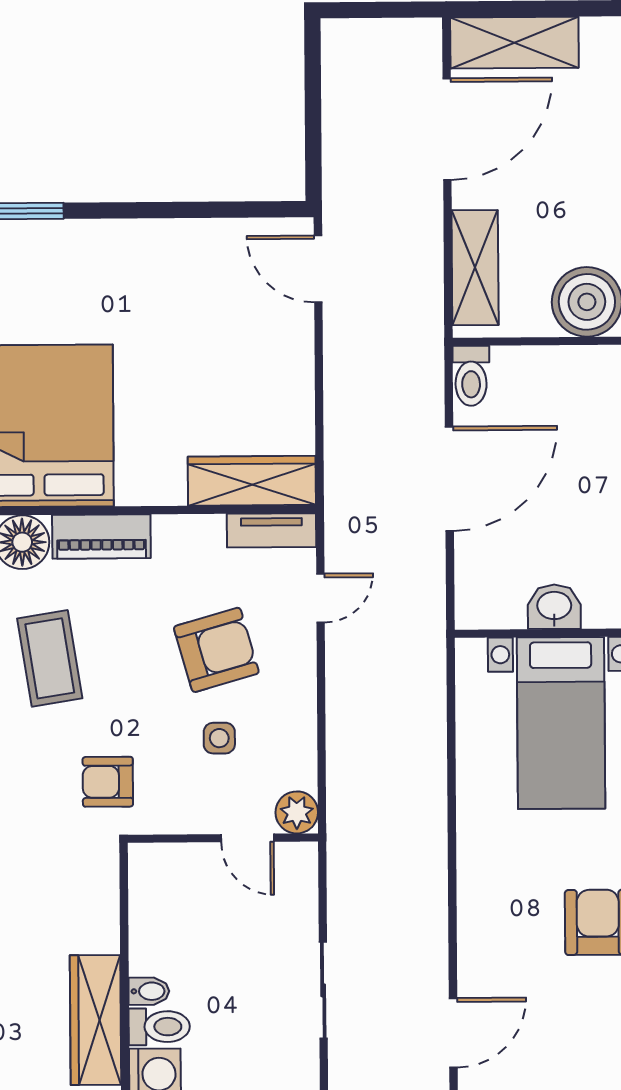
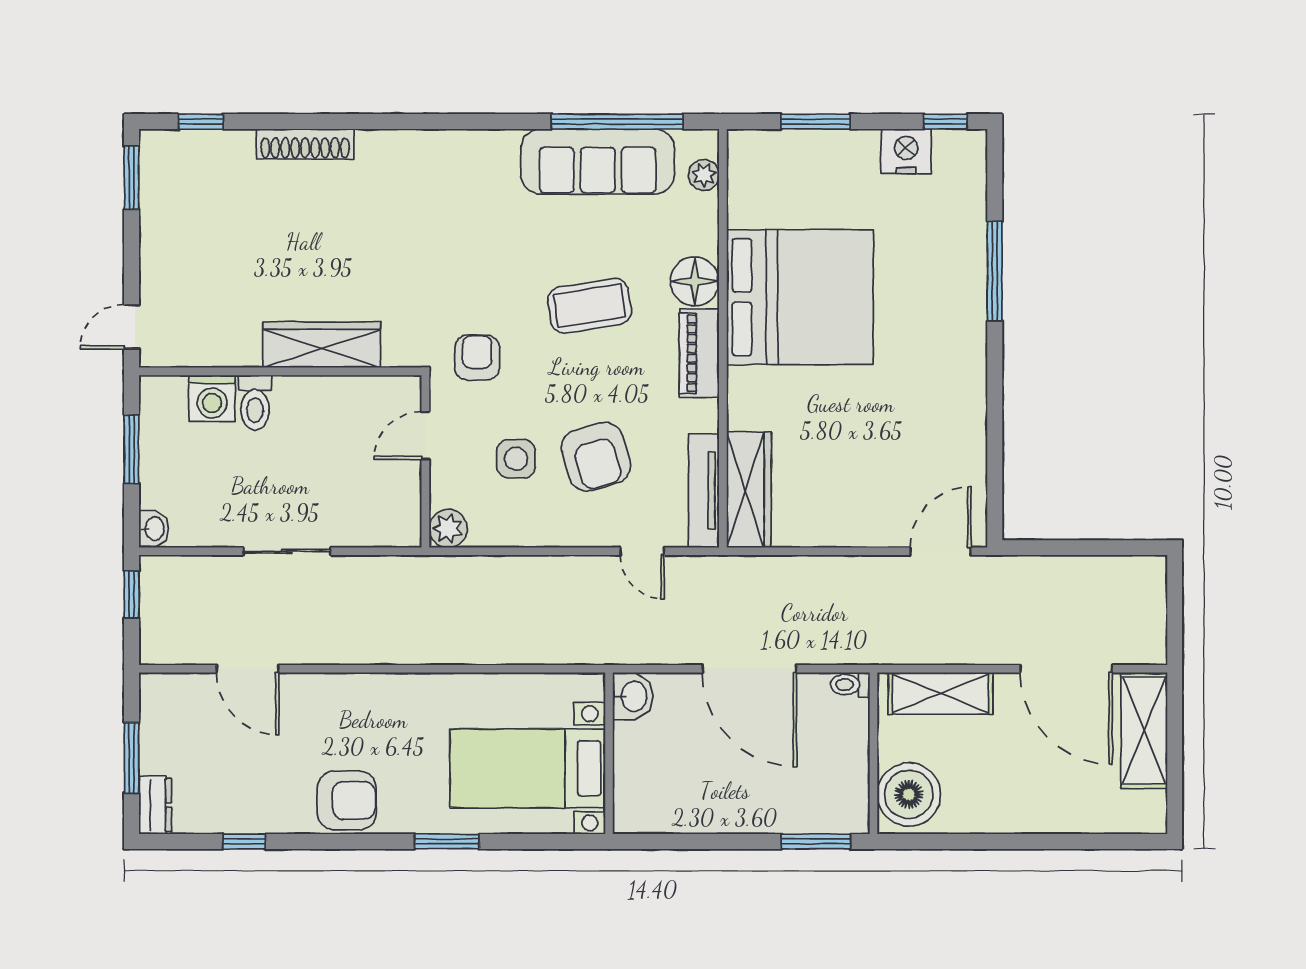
toilet: (471, 376) -> (850, 685), width x0.73, depth x0.72
tv unit: (271, 530) -> (704, 491), width x1.41
washbasin: (554, 607) -> (633, 696), moved
side table: (219, 738) -> (516, 459), width x1.37, depth x1.37
door: (247, 838) -> (425, 436), moved
bidet: (149, 991) -> (287, 393), removed
wardrobe: (96, 1020) -> (322, 345), moved

